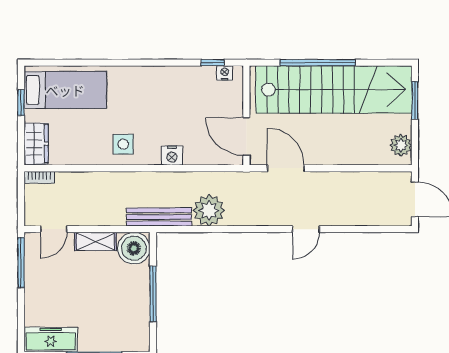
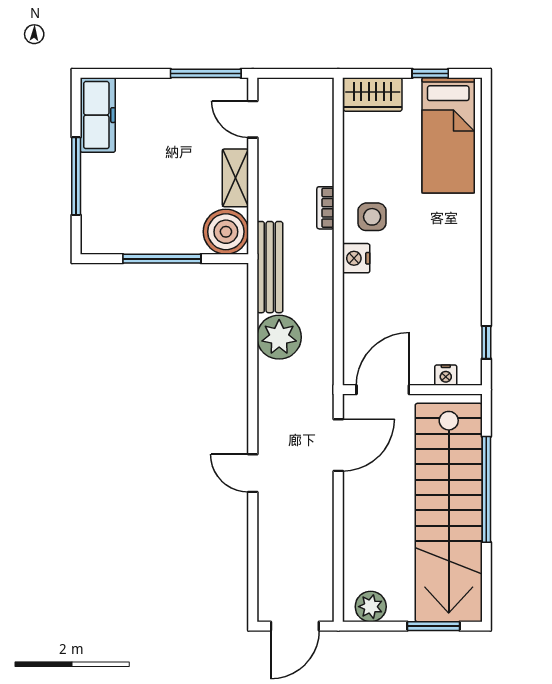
nightstand: (225, 73) -> (446, 375), moved, turned 90
nightstand: (172, 155) -> (356, 258), moved
bookcase: (39, 177) -> (325, 208), moved

